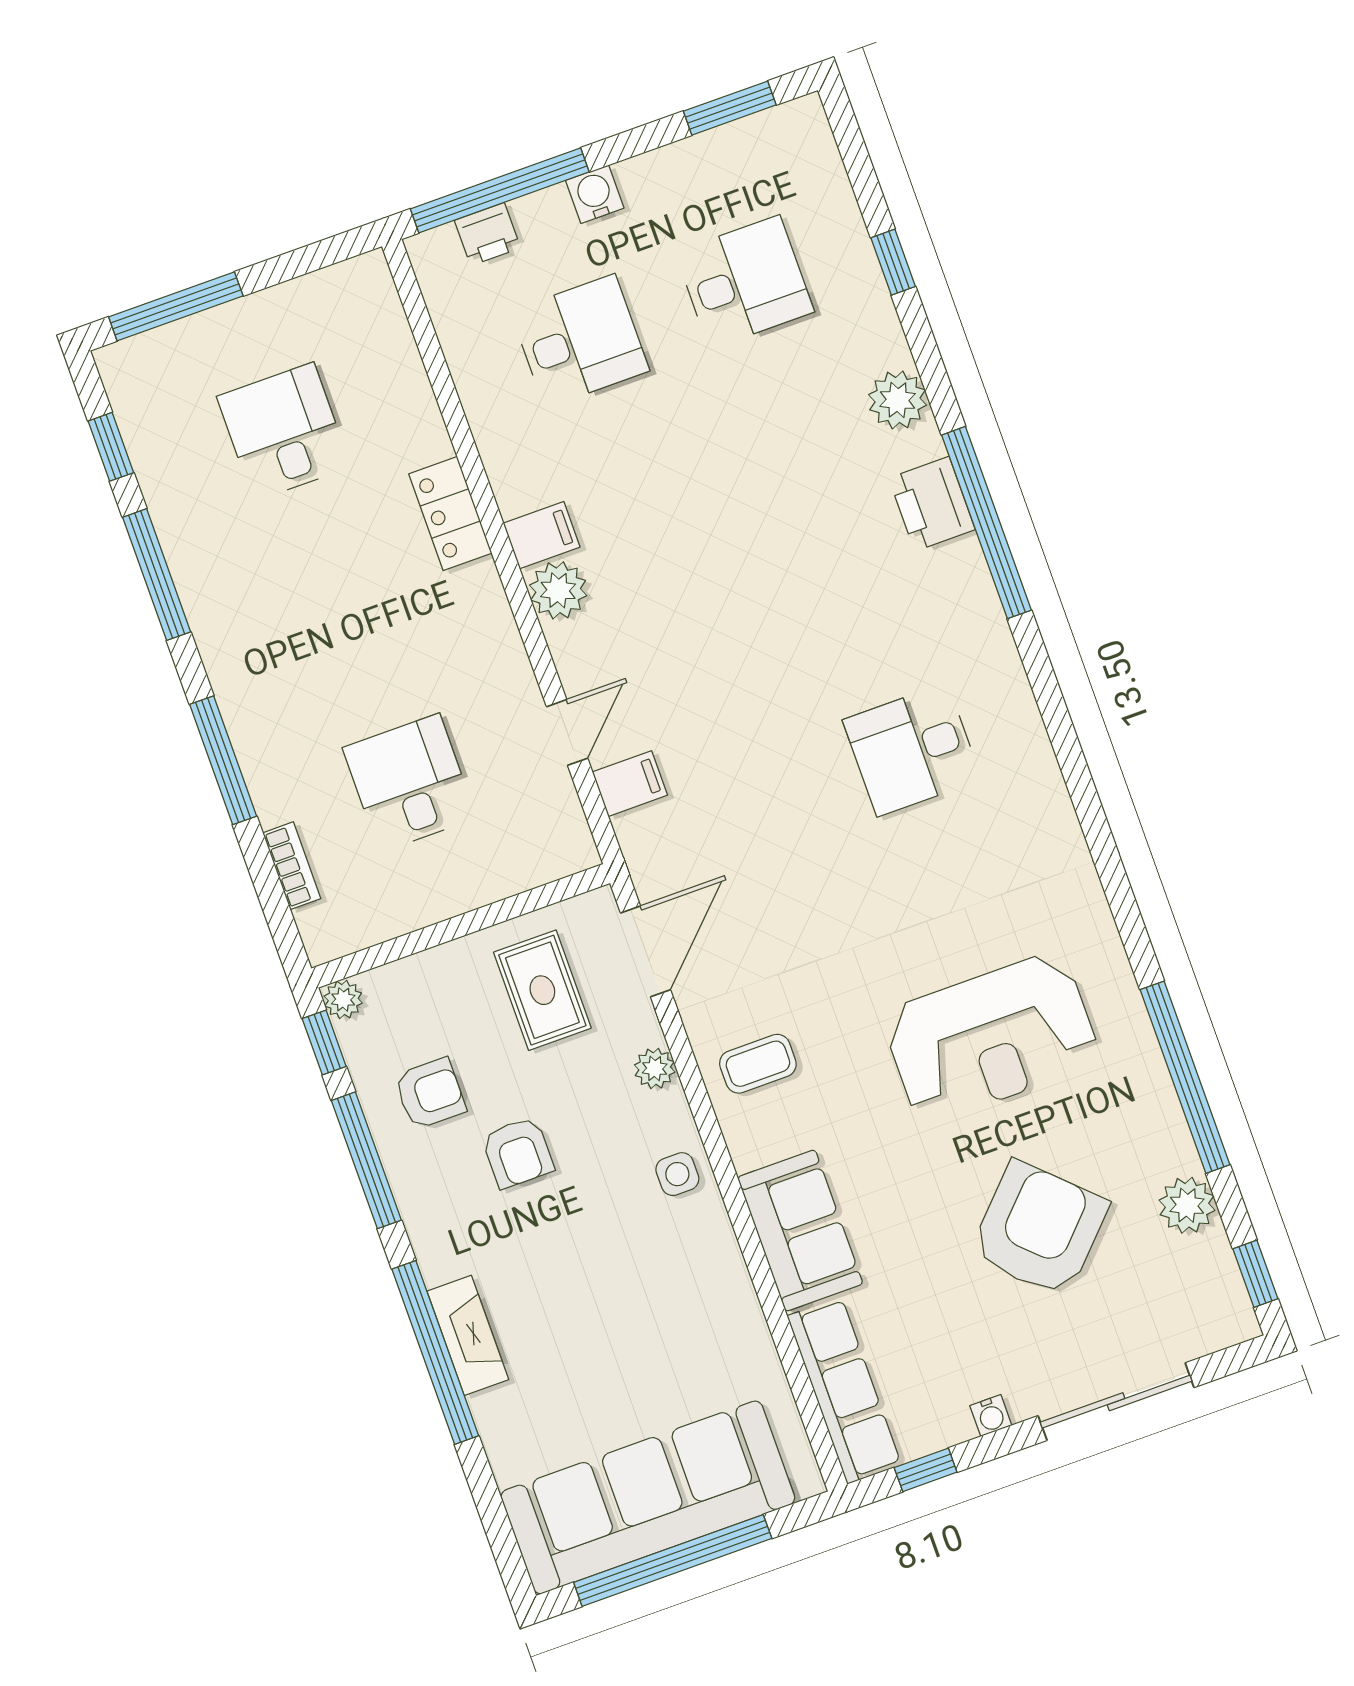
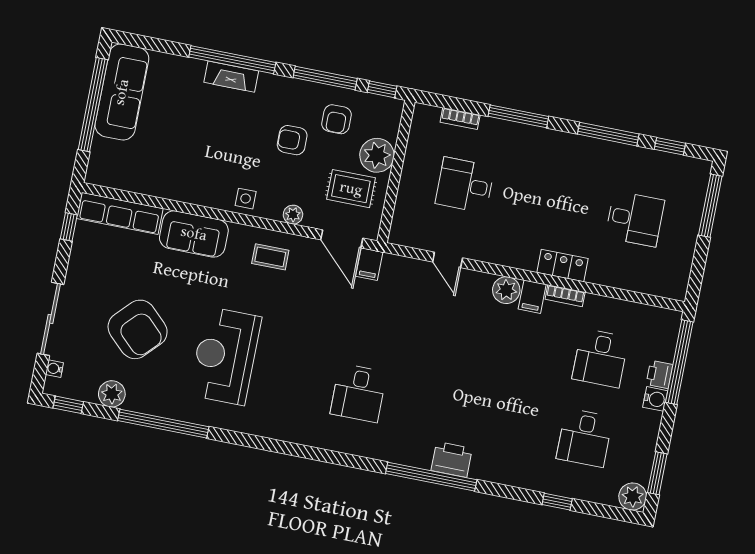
printer: (487, 234) -> (659, 374), moved
plant: (898, 400) -> (633, 497), moved
bookcase: (503, 475) -> (565, 296), added
desk: (912, 750) -> (359, 393), turned 180
desk: (410, 783) -> (465, 185), turned 180
filing cabinet: (630, 784) -> (369, 264), moved
plant: (343, 1000) -> (377, 155), moved, width x1.88, depth x1.88
coffee table: (758, 1064) -> (270, 257), turned 90
water cooler: (991, 1416) -> (54, 369), moved
sofa: (648, 1497) -> (122, 92), width x0.74, depth x0.79

